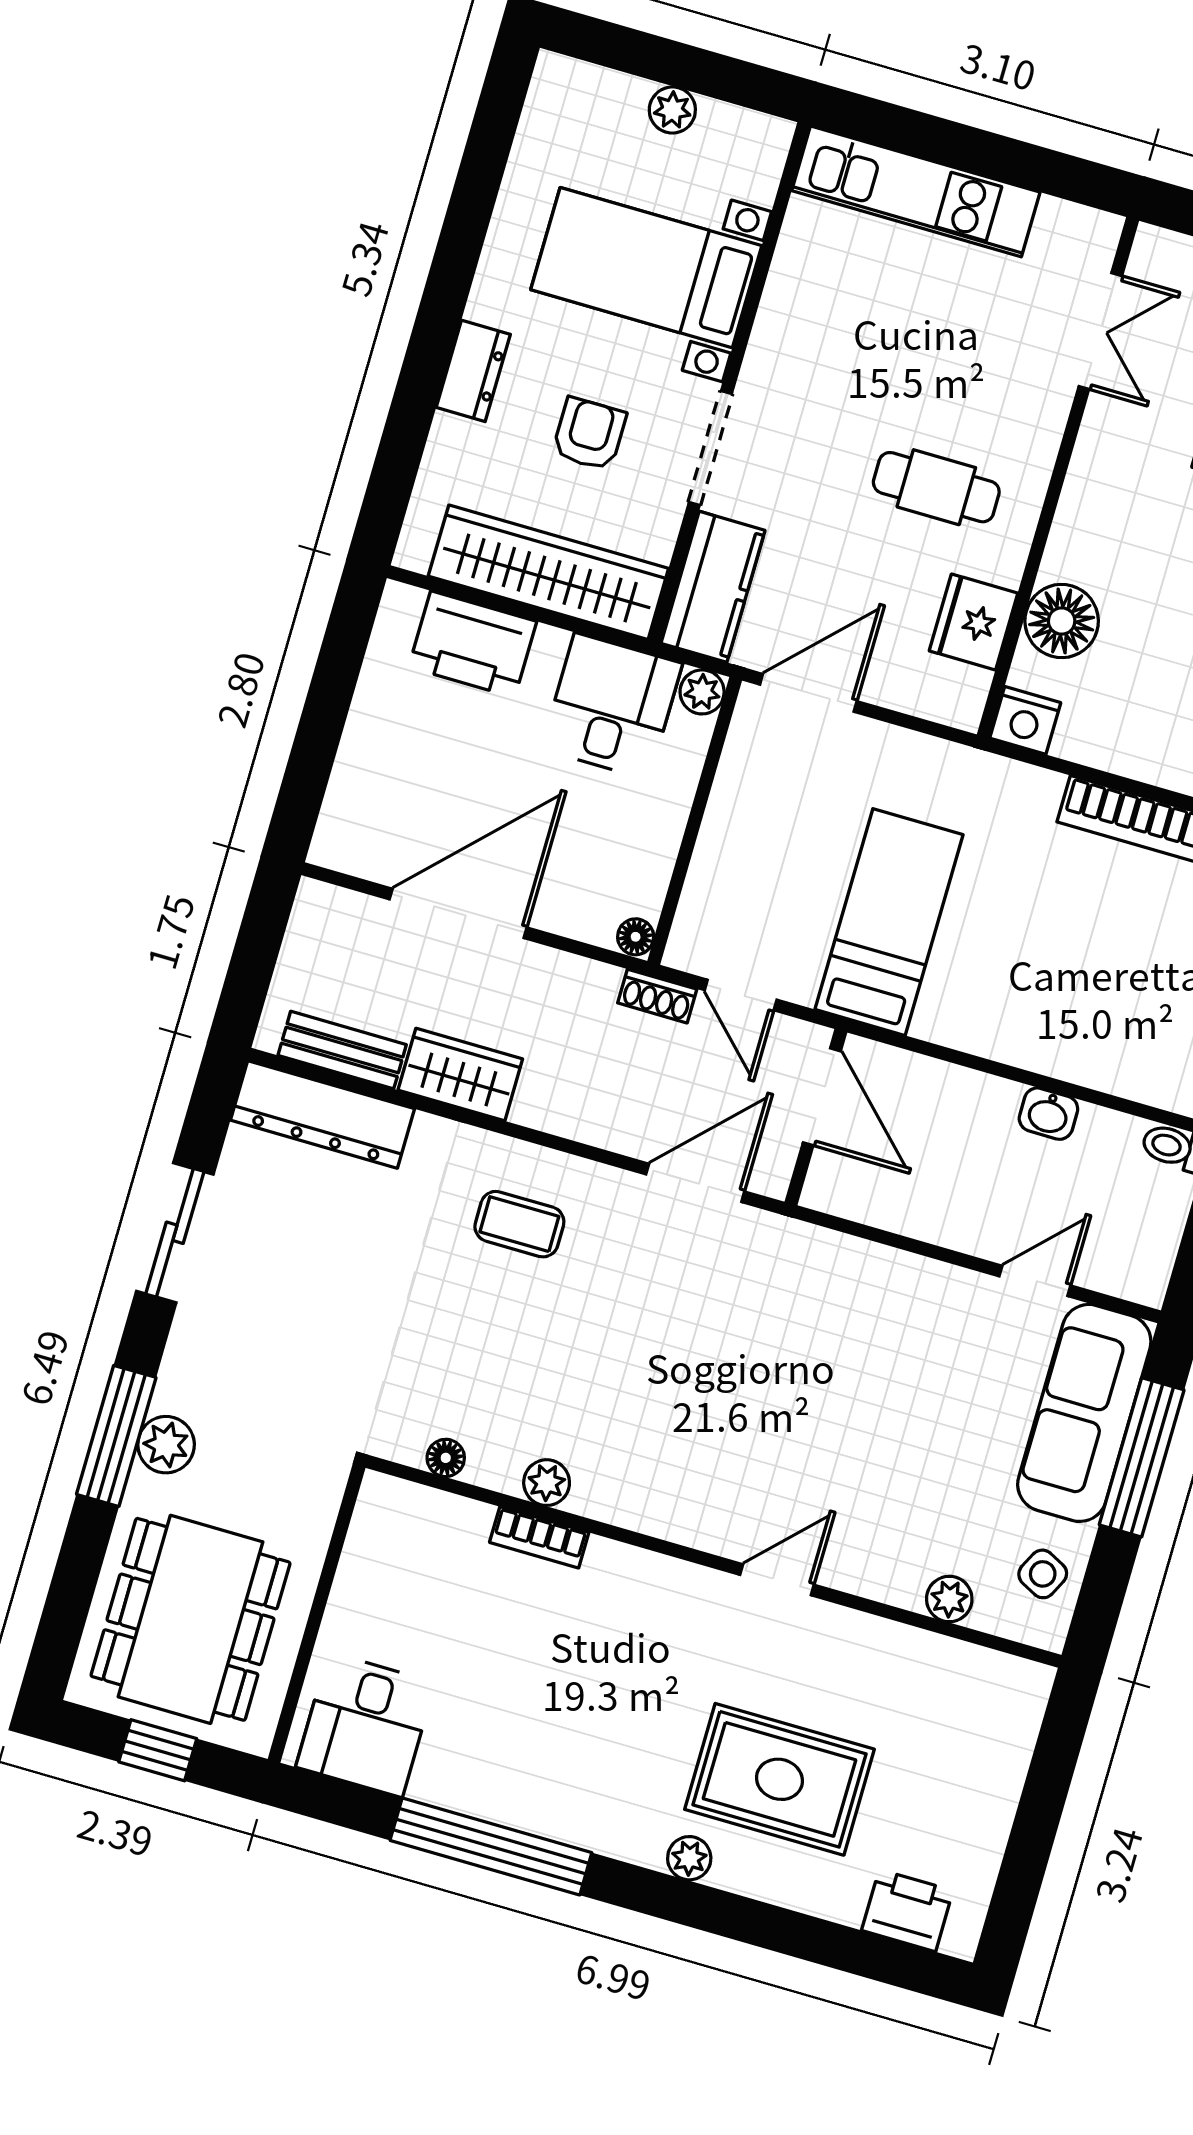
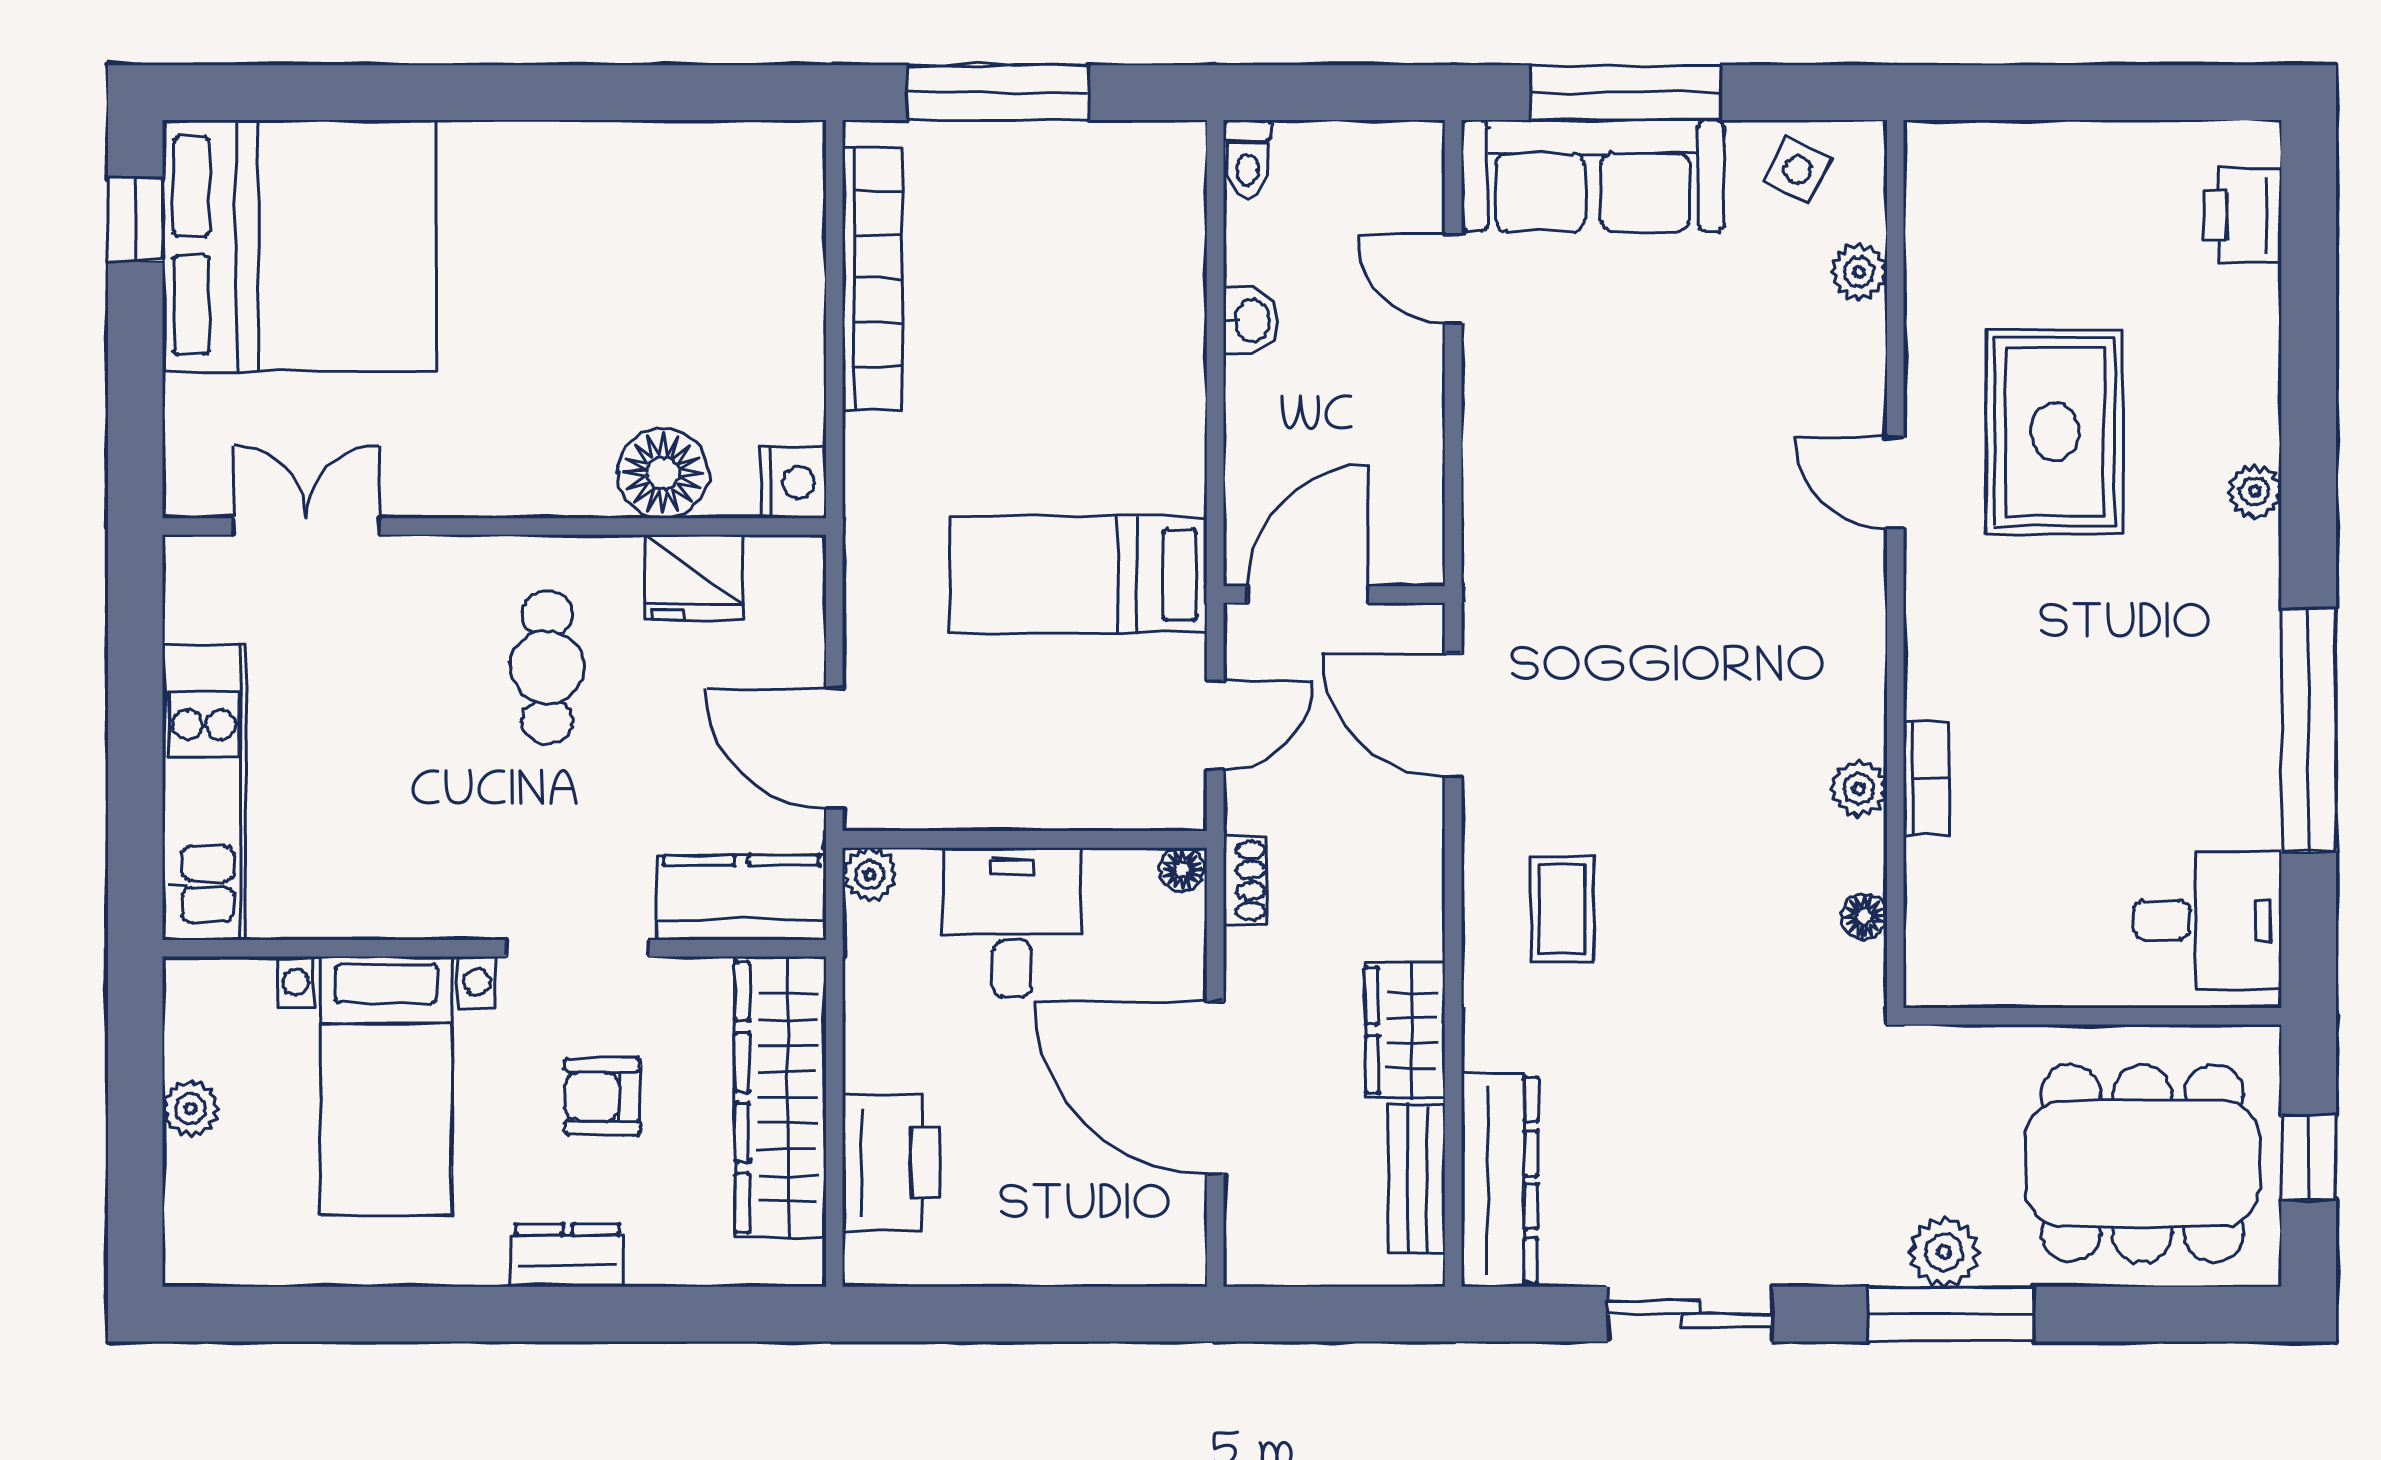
desk: (612, 706) -> (1012, 922), moved, turned 90
shoe rack: (657, 996) -> (1245, 880), moved
rug: (779, 1779) -> (2055, 432), moved

